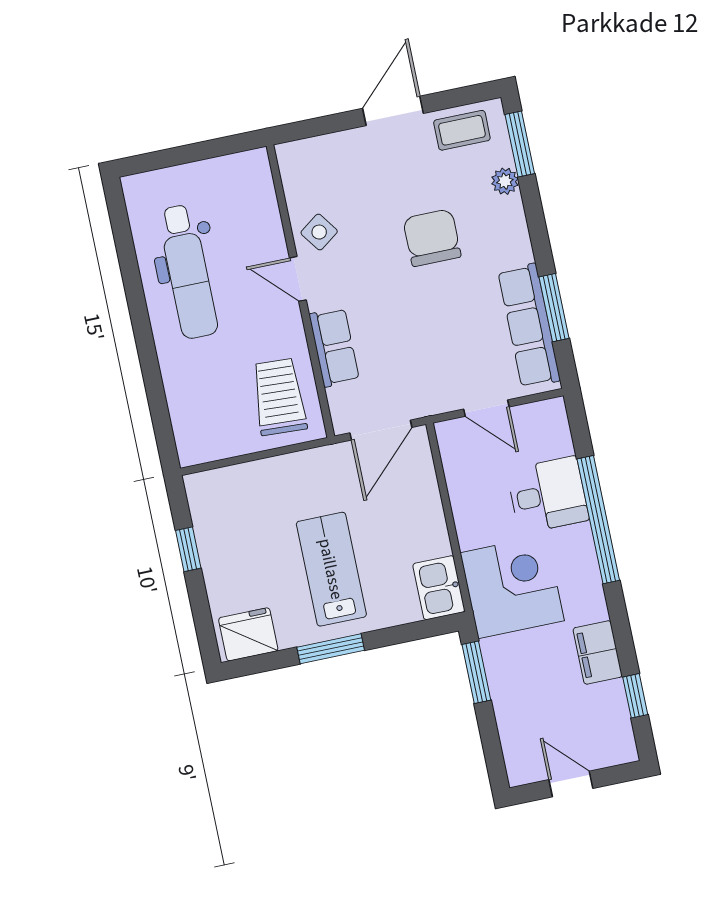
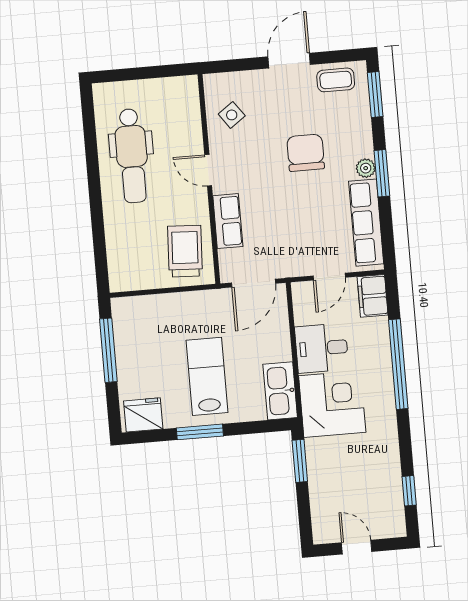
plant: (505, 181) -> (366, 168), moved
side table: (319, 232) -> (232, 115), moved
window: (554, 308) -> (382, 173), moved
door: (486, 408) -> (329, 277), hinge flipped
desk: (548, 495) -> (322, 348), moved, turned 180
window: (188, 549) -> (108, 350), width x2.17
kitchen sink: (439, 588) -> (280, 391), width x1.38
filing cabinet: (598, 652) -> (373, 296), moved

